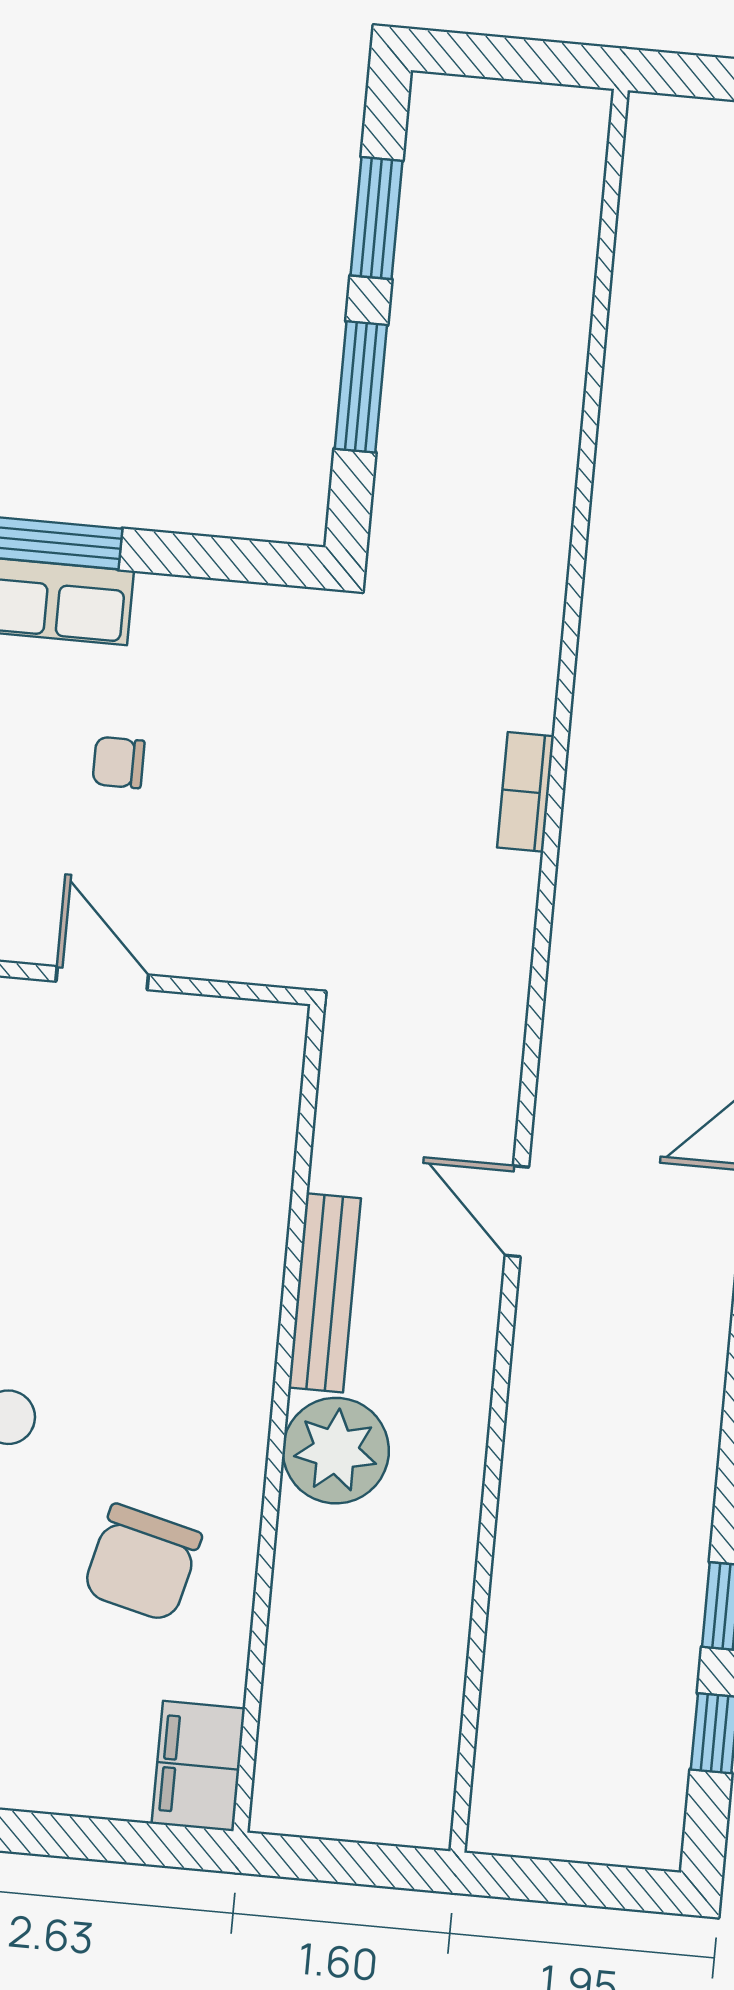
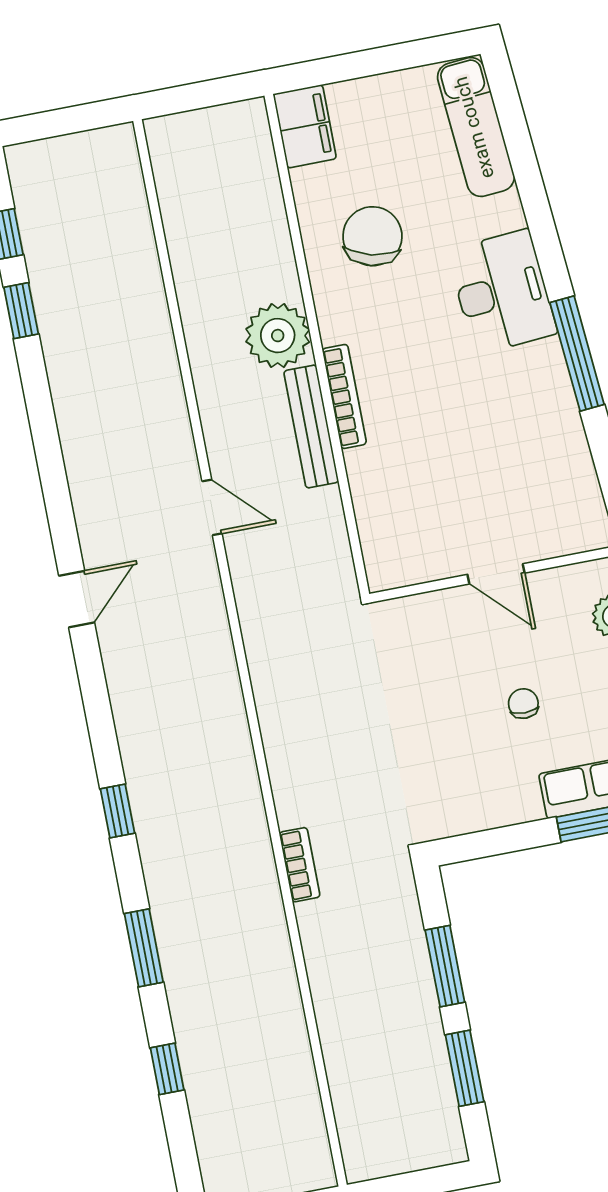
chair: (119, 762) -> (523, 704), turned -90
bookcase: (526, 792) -> (300, 865), moved
bookcase: (259, 1325) -> (344, 396), added

